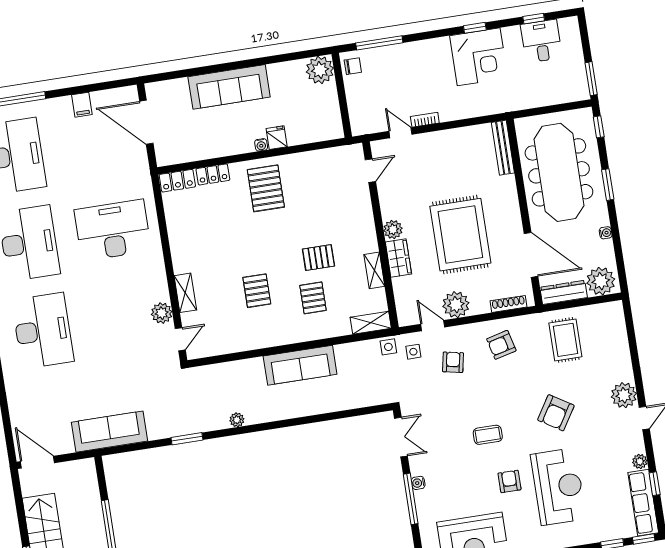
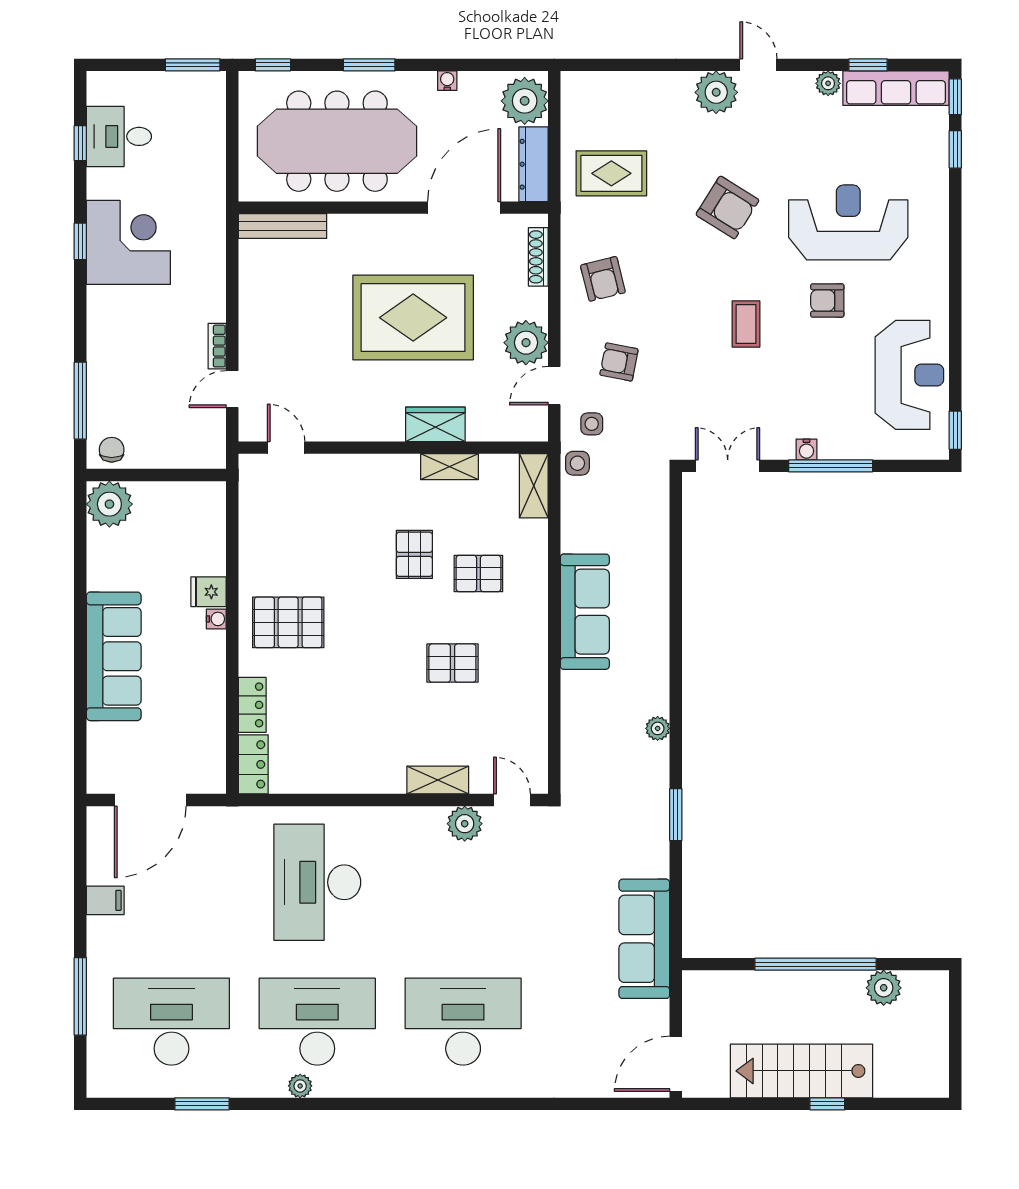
plant: (393, 229) -> (388, 426), removed

